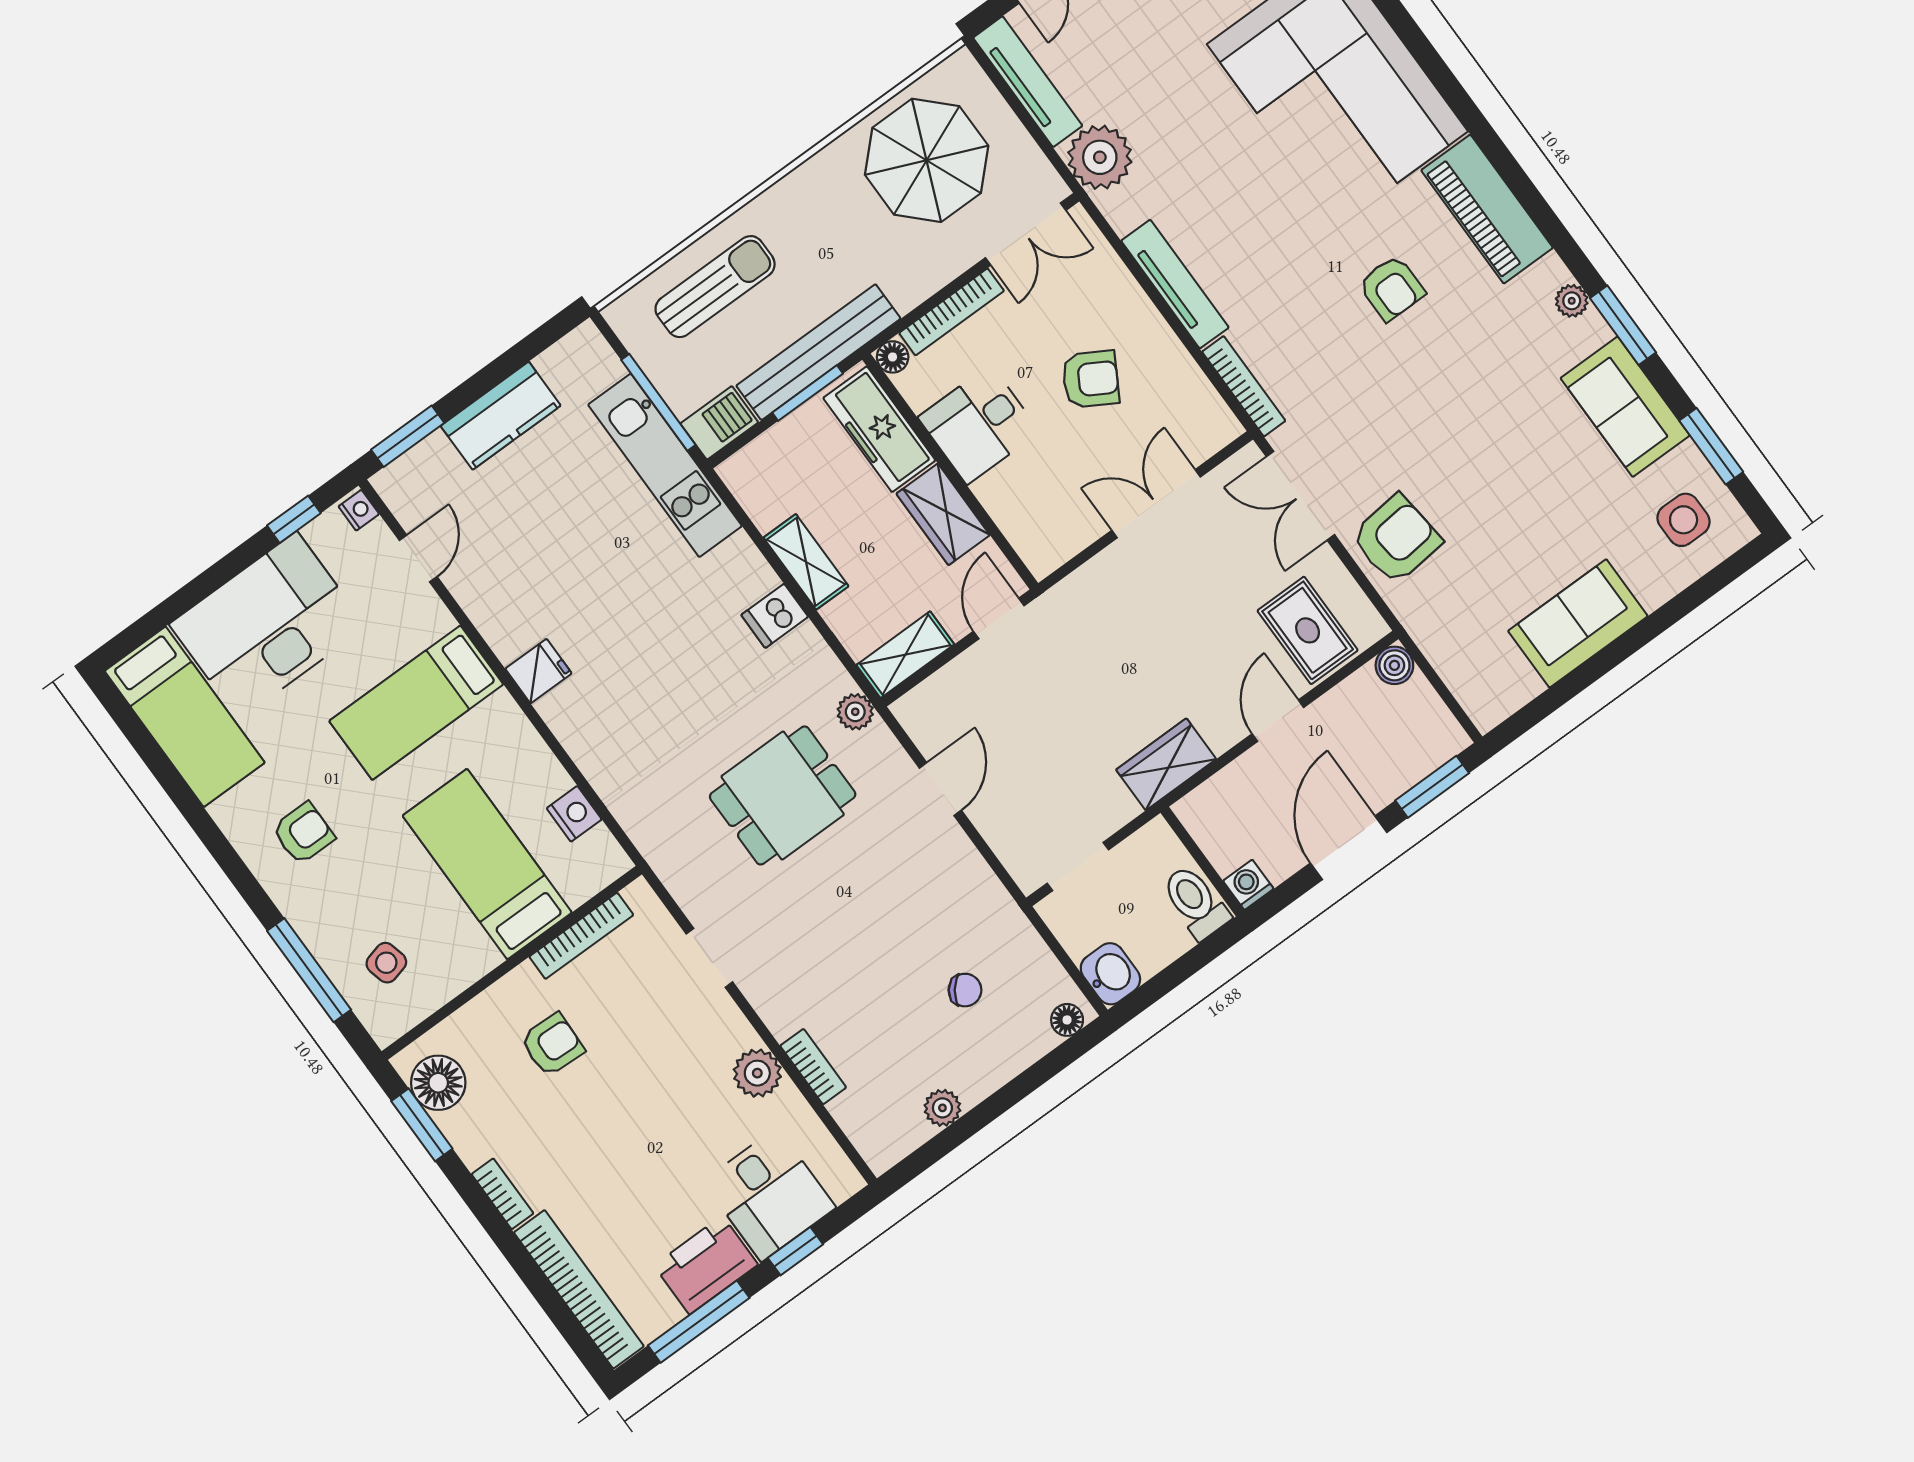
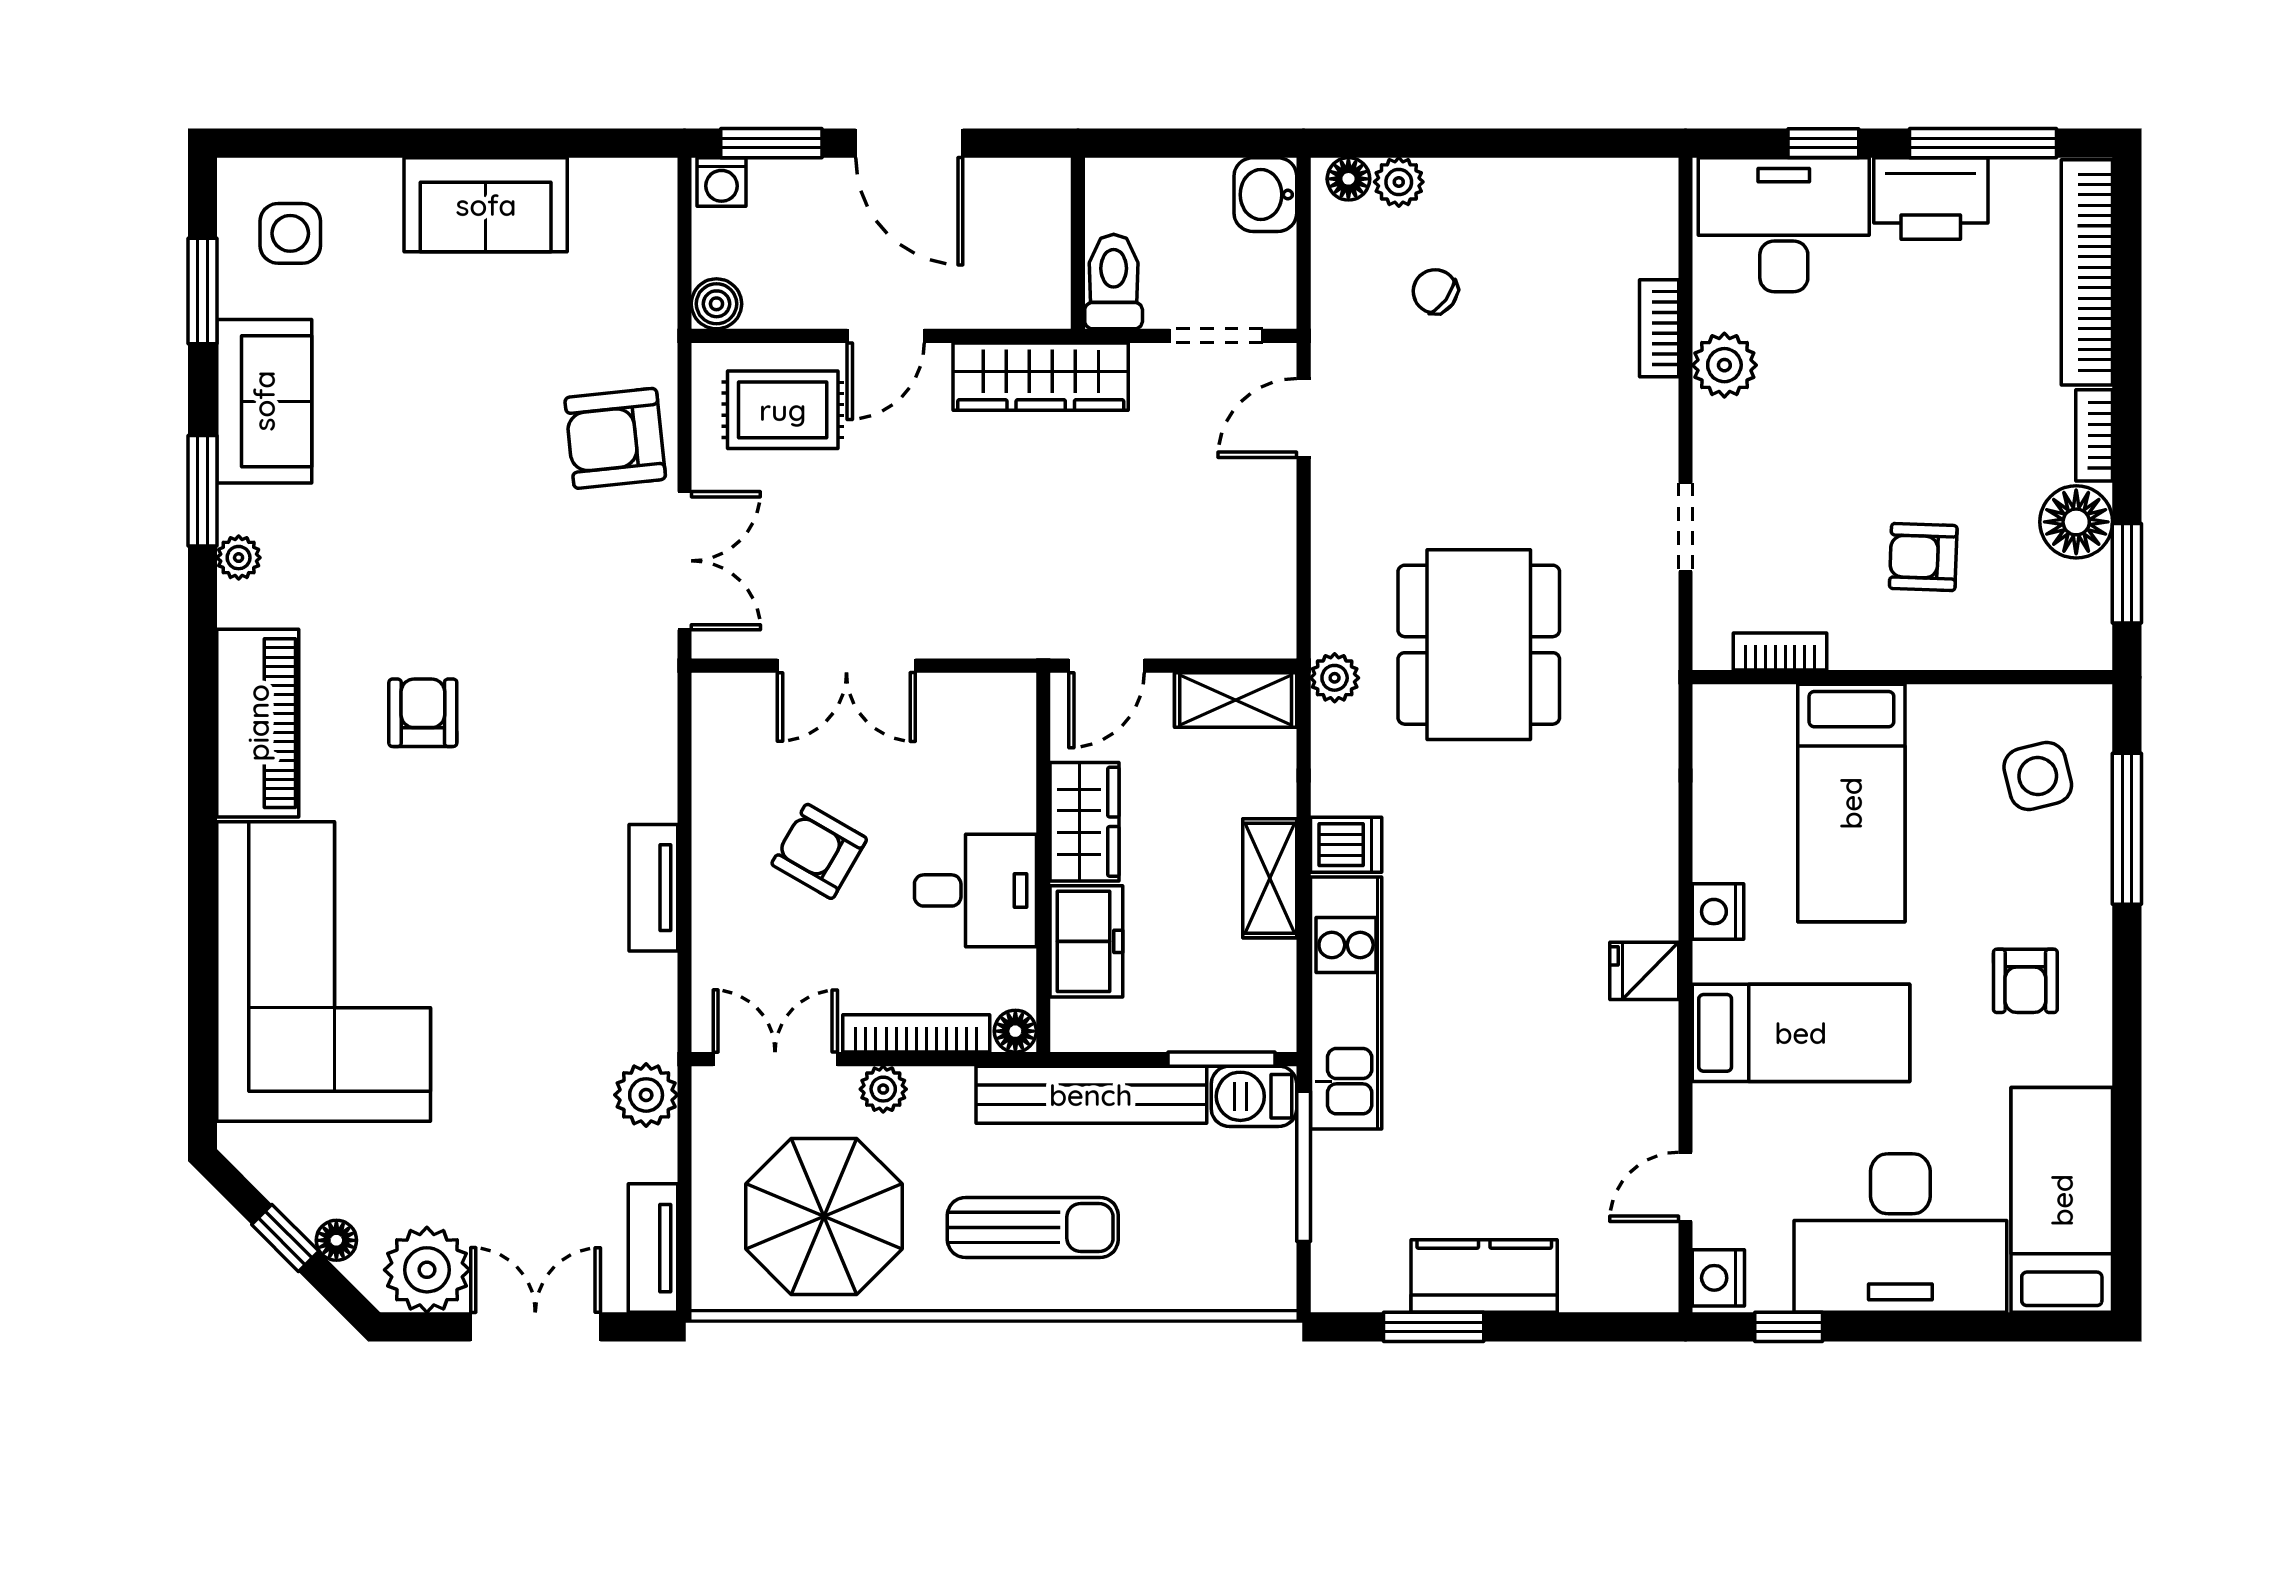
tv unit: (1028, 82) -> (653, 1248), width x0.71
plant: (1100, 157) -> (646, 1095), width x0.73, depth x0.73
plant: (947, 264) -> (883, 1089), added
tv unit: (1175, 284) -> (653, 888), width x0.71
sun lounger: (715, 287) -> (1033, 1228), moved, turned 180
bookcase: (1244, 386) -> (660, 723), removed
window: (808, 393) -> (1221, 1059), moved
freezer: (879, 429) -> (1086, 941), width x0.71
window: (408, 436) -> (1434, 1327), moved
kitchen unit: (665, 465) -> (1346, 1003), moved
nightstand: (359, 510) -> (1718, 1278), width x1.39, depth x1.35
rug: (1308, 630) -> (783, 410), turned 90
wardrobe: (1166, 764) -> (1041, 377), width x1.50
door: (940, 789) -> (1304, 418), moved
dining table: (783, 795) -> (1479, 645), width x1.38
nightstand: (574, 814) -> (1718, 912), moved
armchair: (303, 833) -> (2025, 981), turned -90
door: (1349, 848) -> (909, 143), hinge flipped
washing machine: (1248, 885) -> (721, 182), moved
toilet: (1195, 902) -> (1114, 282), moved, turned 180
bookcase: (581, 936) -> (1780, 652), width x0.64
side table: (386, 963) -> (2038, 776), width x1.37, depth x1.37
floor lamp: (438, 1083) -> (2076, 522), moved
plant: (942, 1108) -> (1399, 182), moved
desk: (769, 1195) -> (1784, 225), width x1.37

